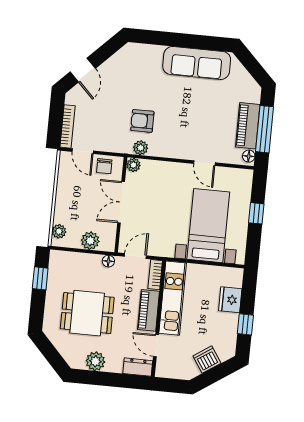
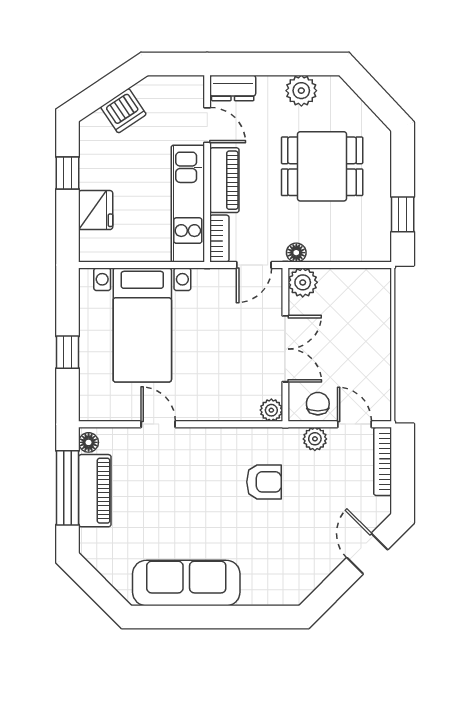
plant: (141, 148) -> (315, 439), moved
plant: (59, 231) -> (380, 292), removed
plant: (90, 241) -> (303, 282), moved

